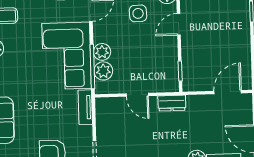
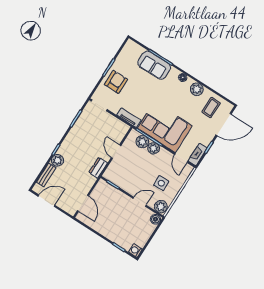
door: (179, 24) -> (140, 202), hinge flipped
door: (137, 95) -> (116, 152), hinge flipped

